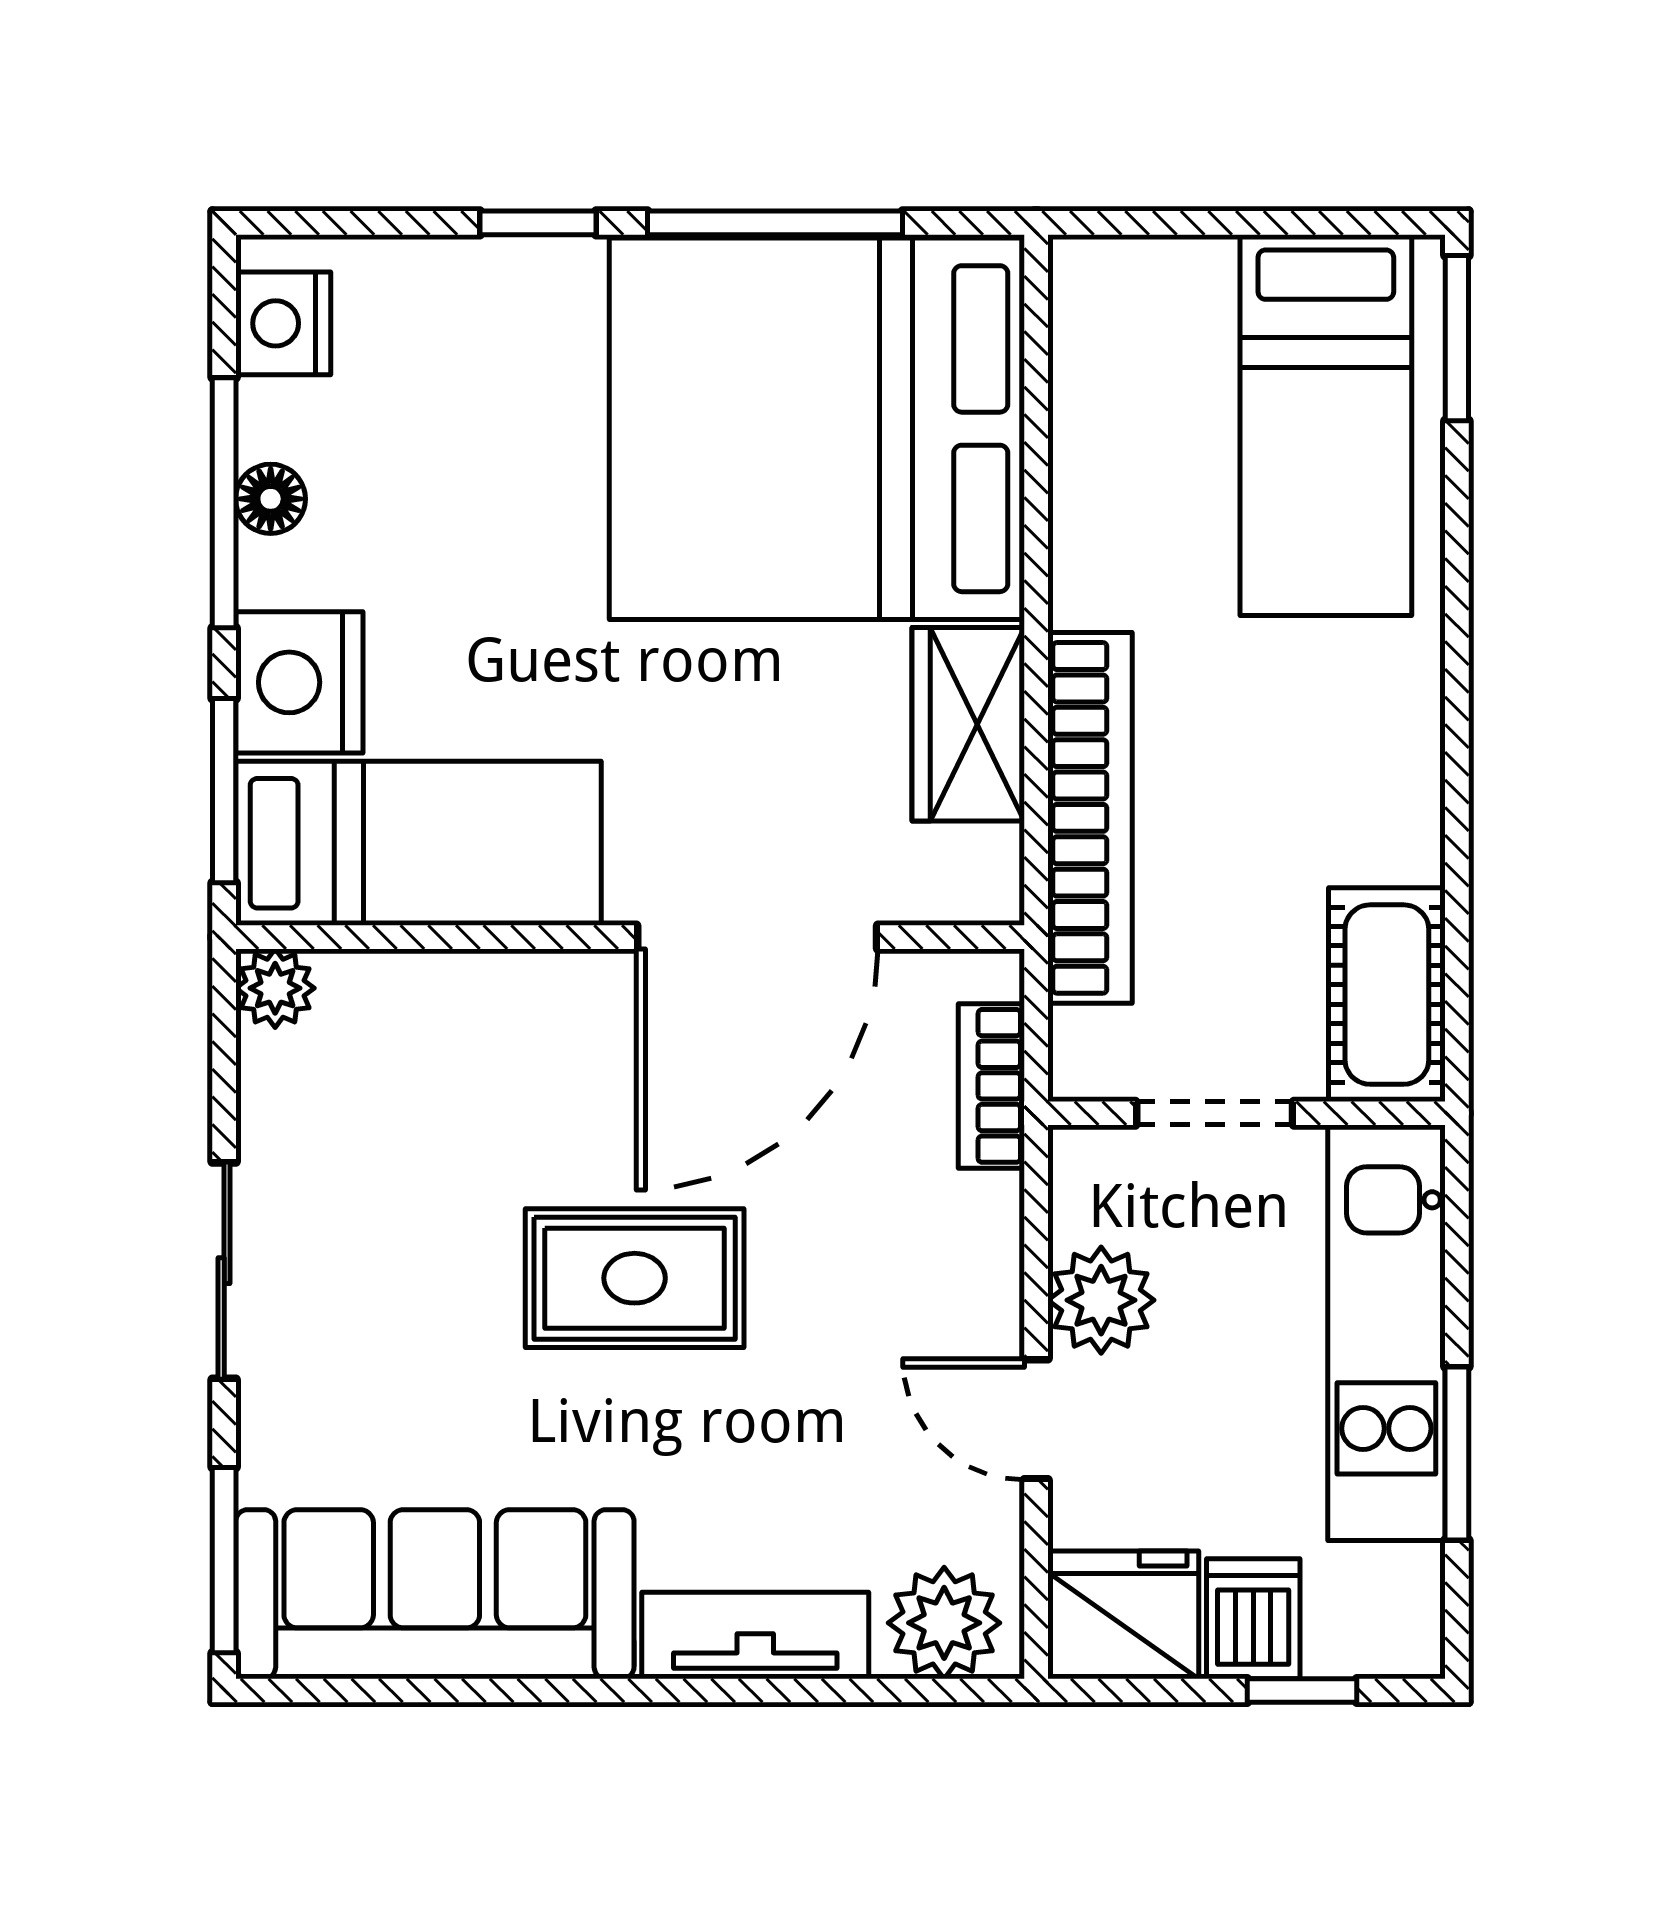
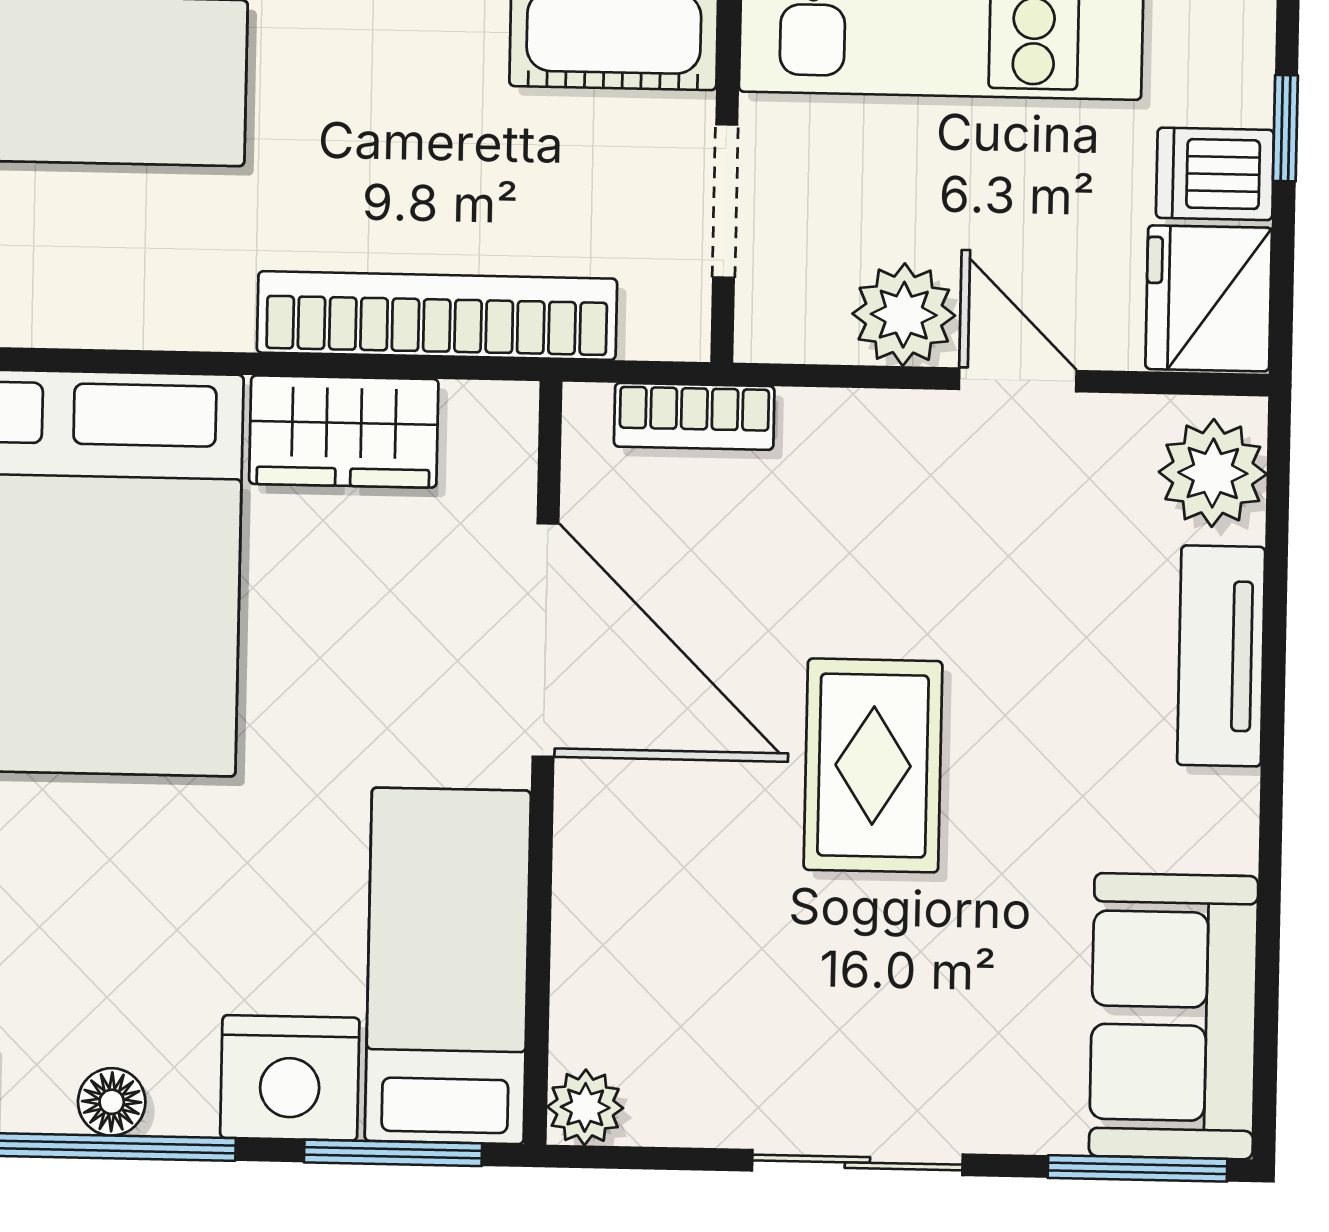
door: (1036, 1419) -> (1018, 380), swing flipped
sofa: (435, 1594) -> (1174, 1016), width x0.73

